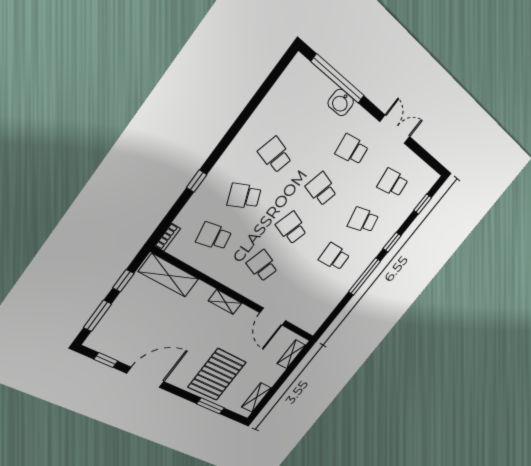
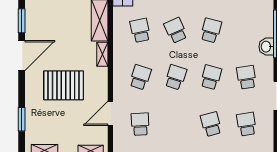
school desk: (334, 257) -> (140, 124), moved
shelving: (225, 302) -> (102, 54), moved
window: (106, 360) -> (22, 21), width x1.50
pallet: (217, 375) -> (64, 85), moved
door: (146, 377) -> (22, 56), hinge flipped

